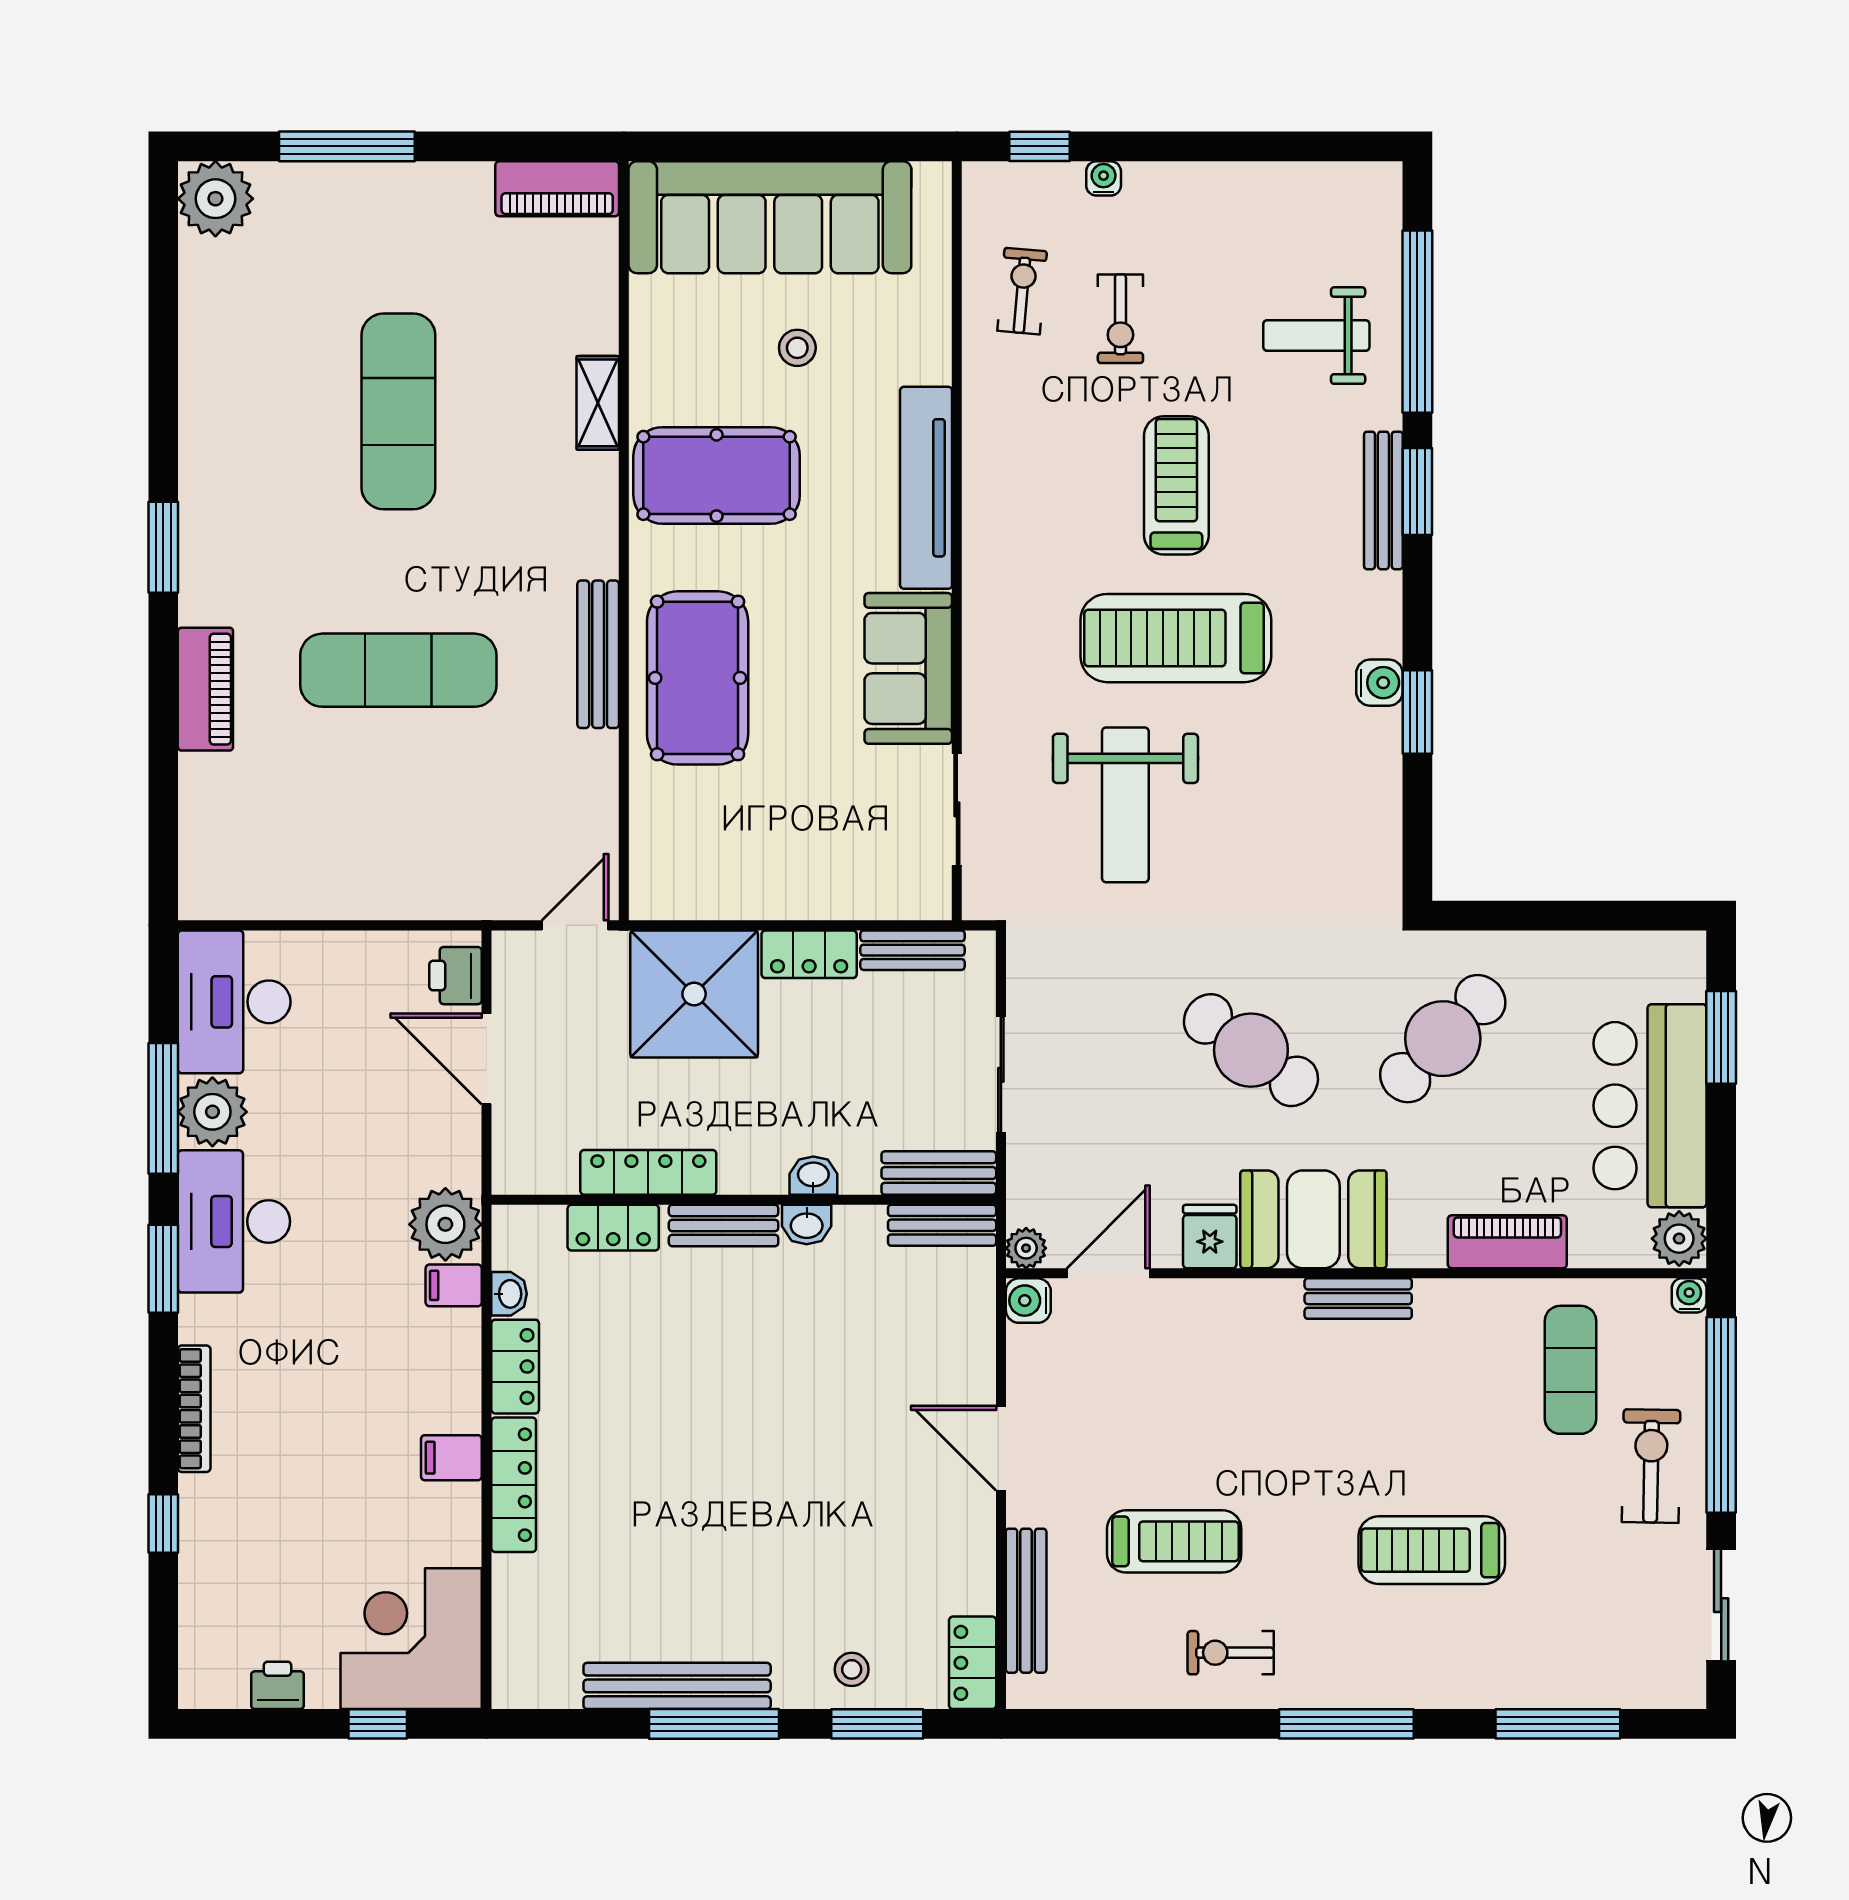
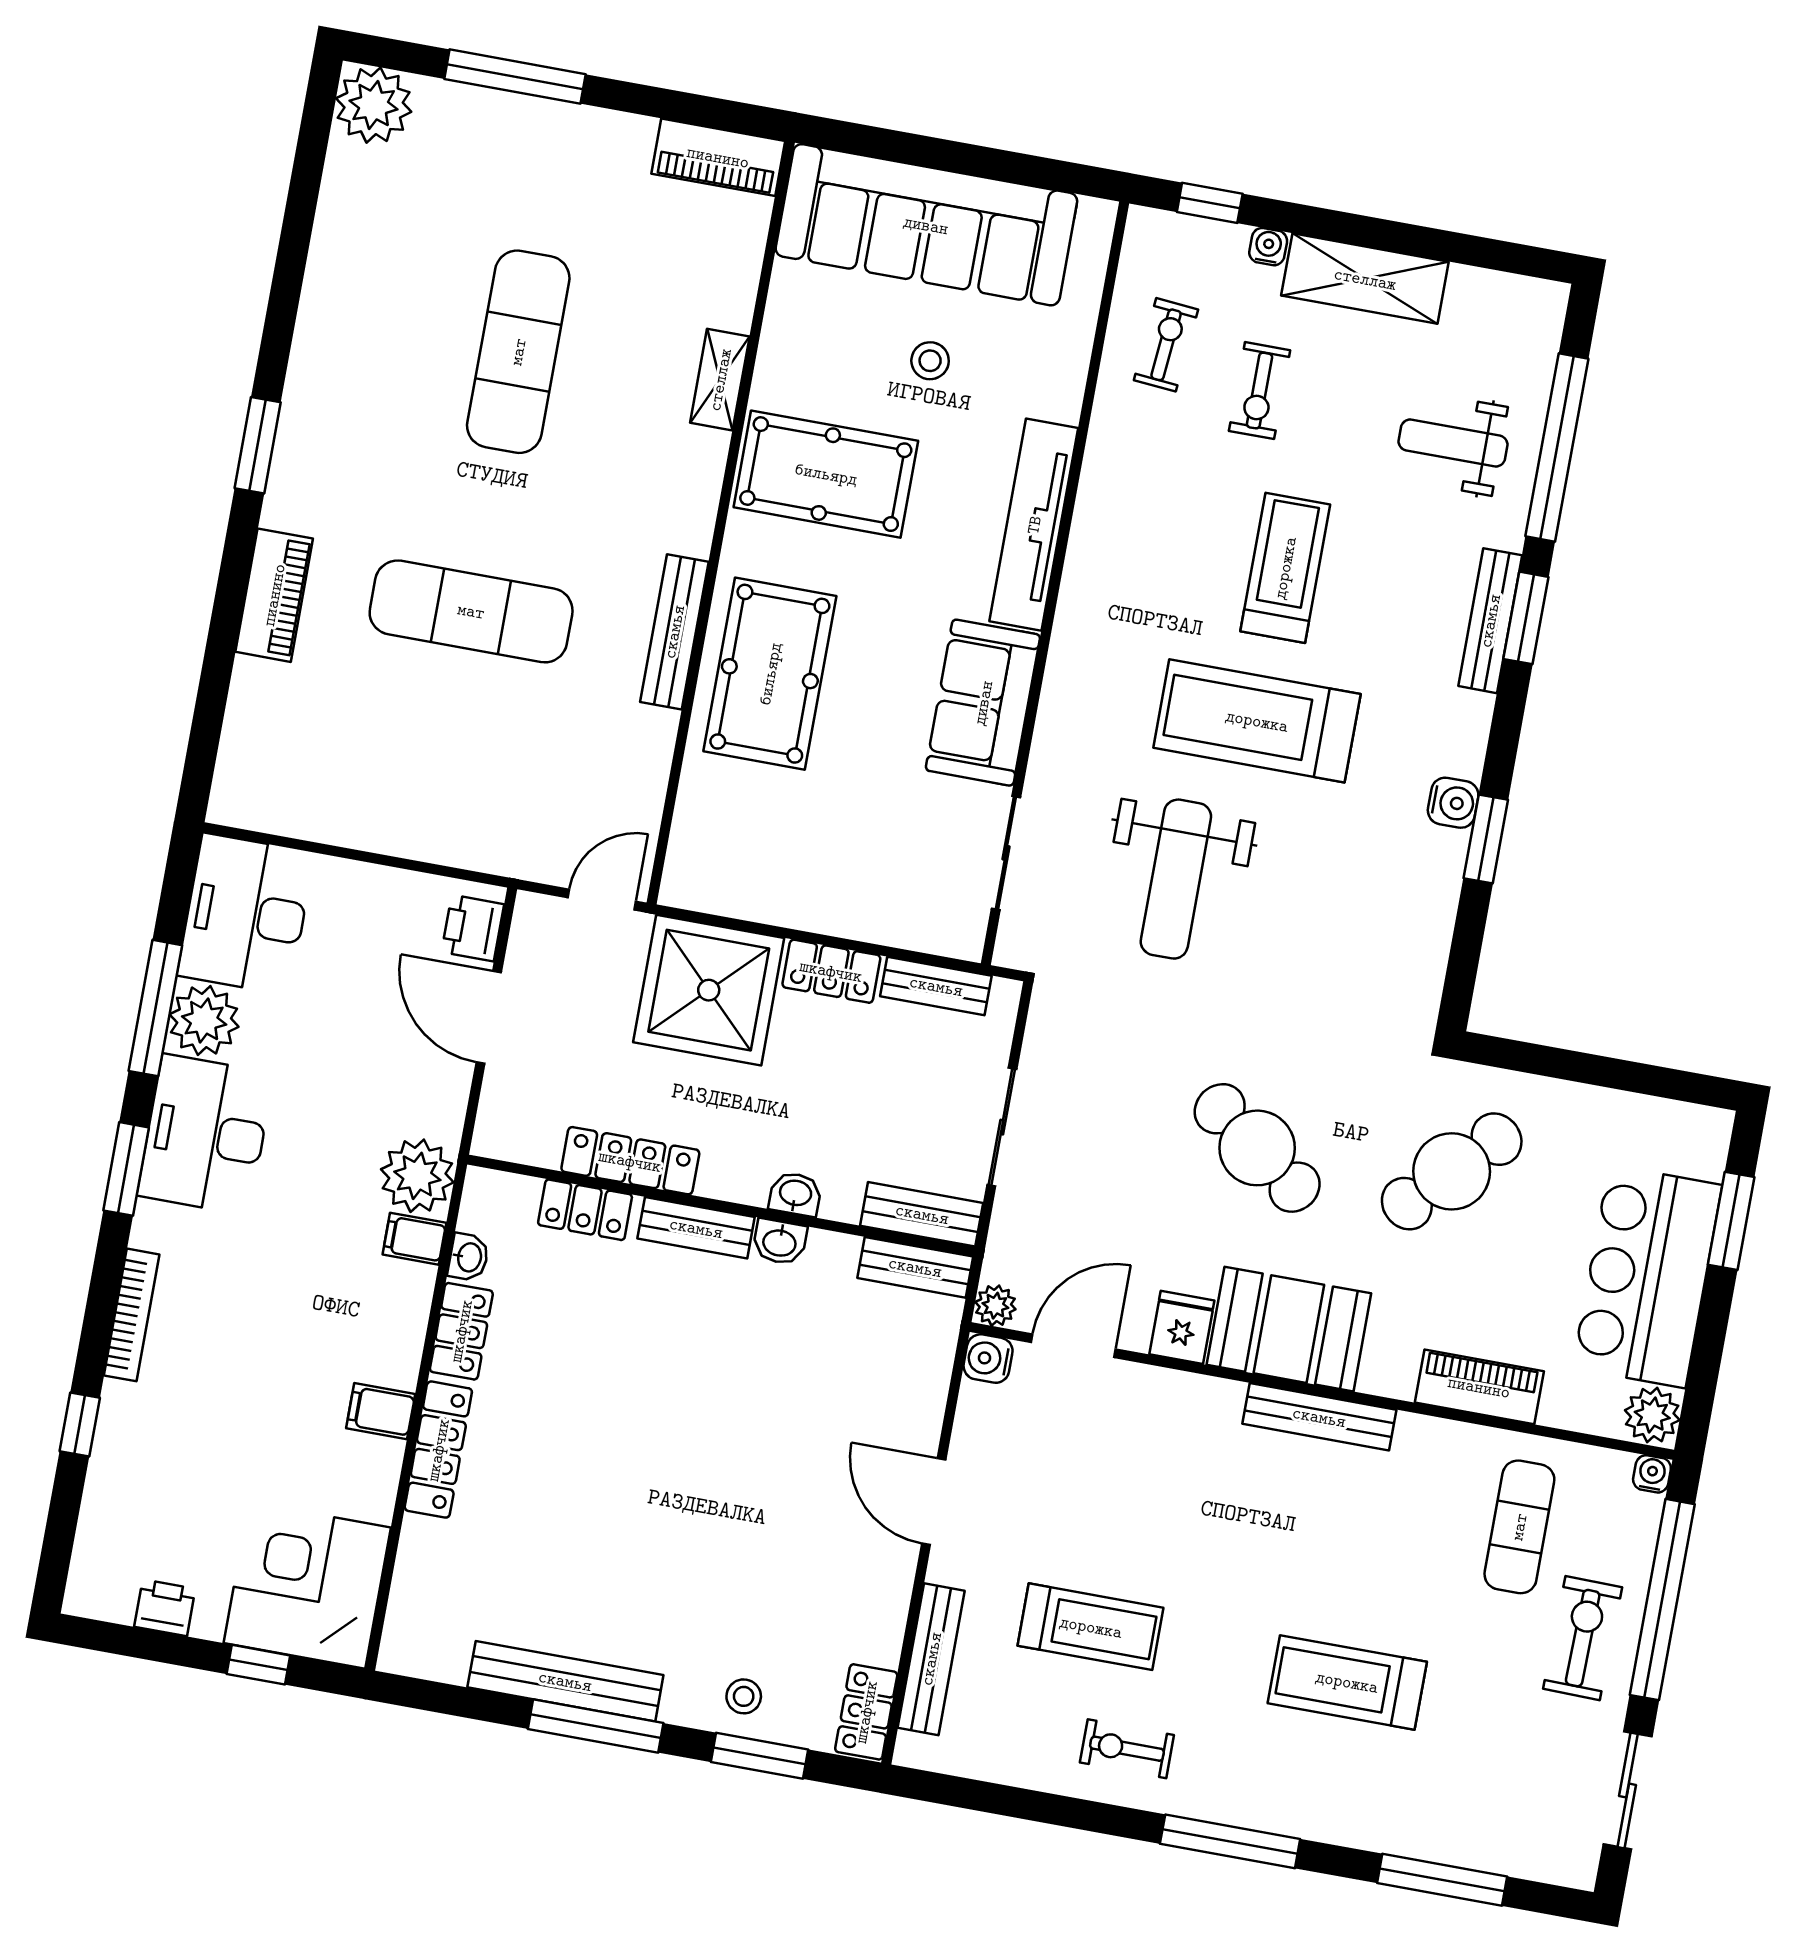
shelving: (1203, 192) -> (1365, 279), added
bench: (1358, 1299) -> (1319, 1417), width x1.36

